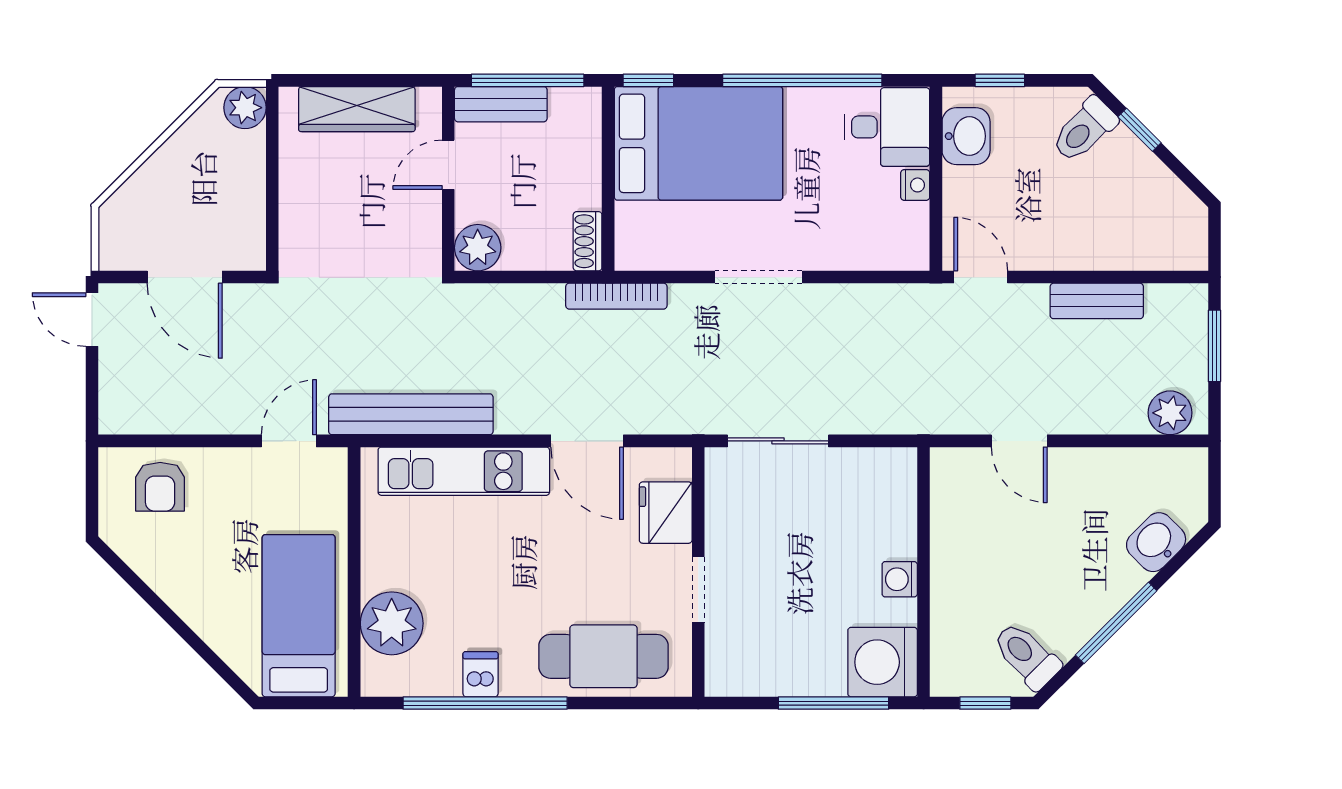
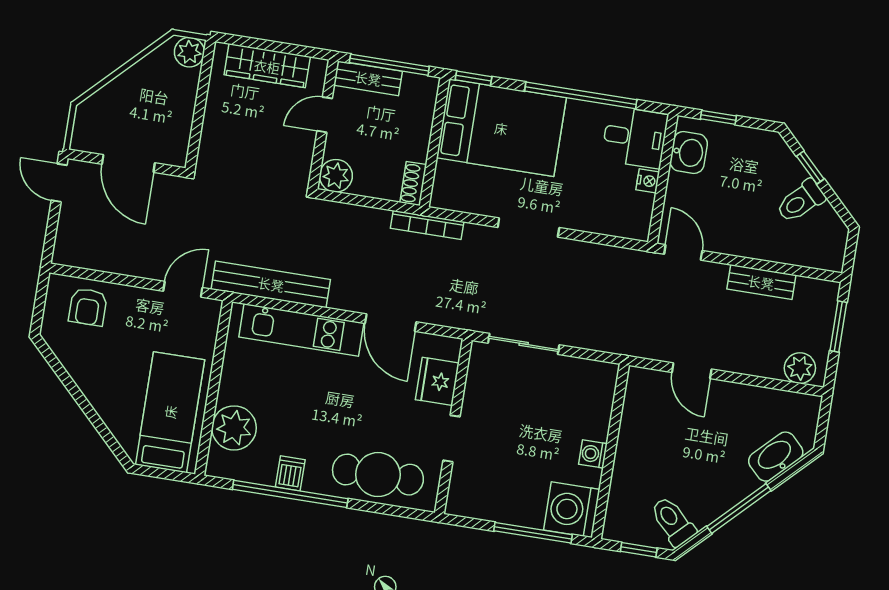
toilet: (1084, 130) -> (801, 201), moved
washbasin: (1156, 542) -> (776, 457), width x1.38

